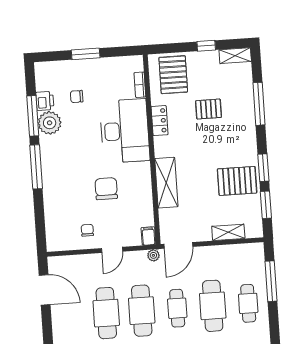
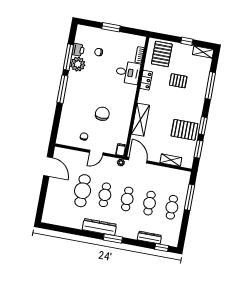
desk: (125, 131) -> (128, 73), width x0.53, depth x0.77
door: (178, 245) -> (138, 160), swing flipped
cafe table: (213, 306) -> (150, 203), width x0.73, depth x0.74
cafe table: (142, 311) -> (105, 195), width x0.73, depth x0.74

